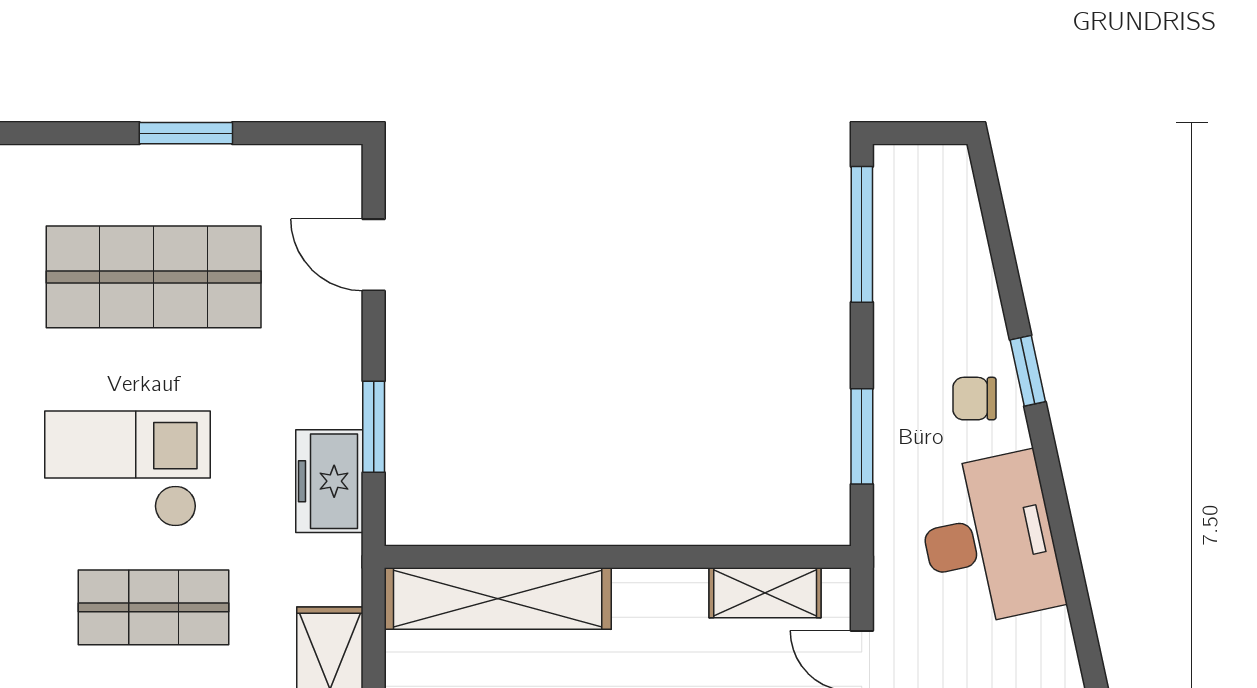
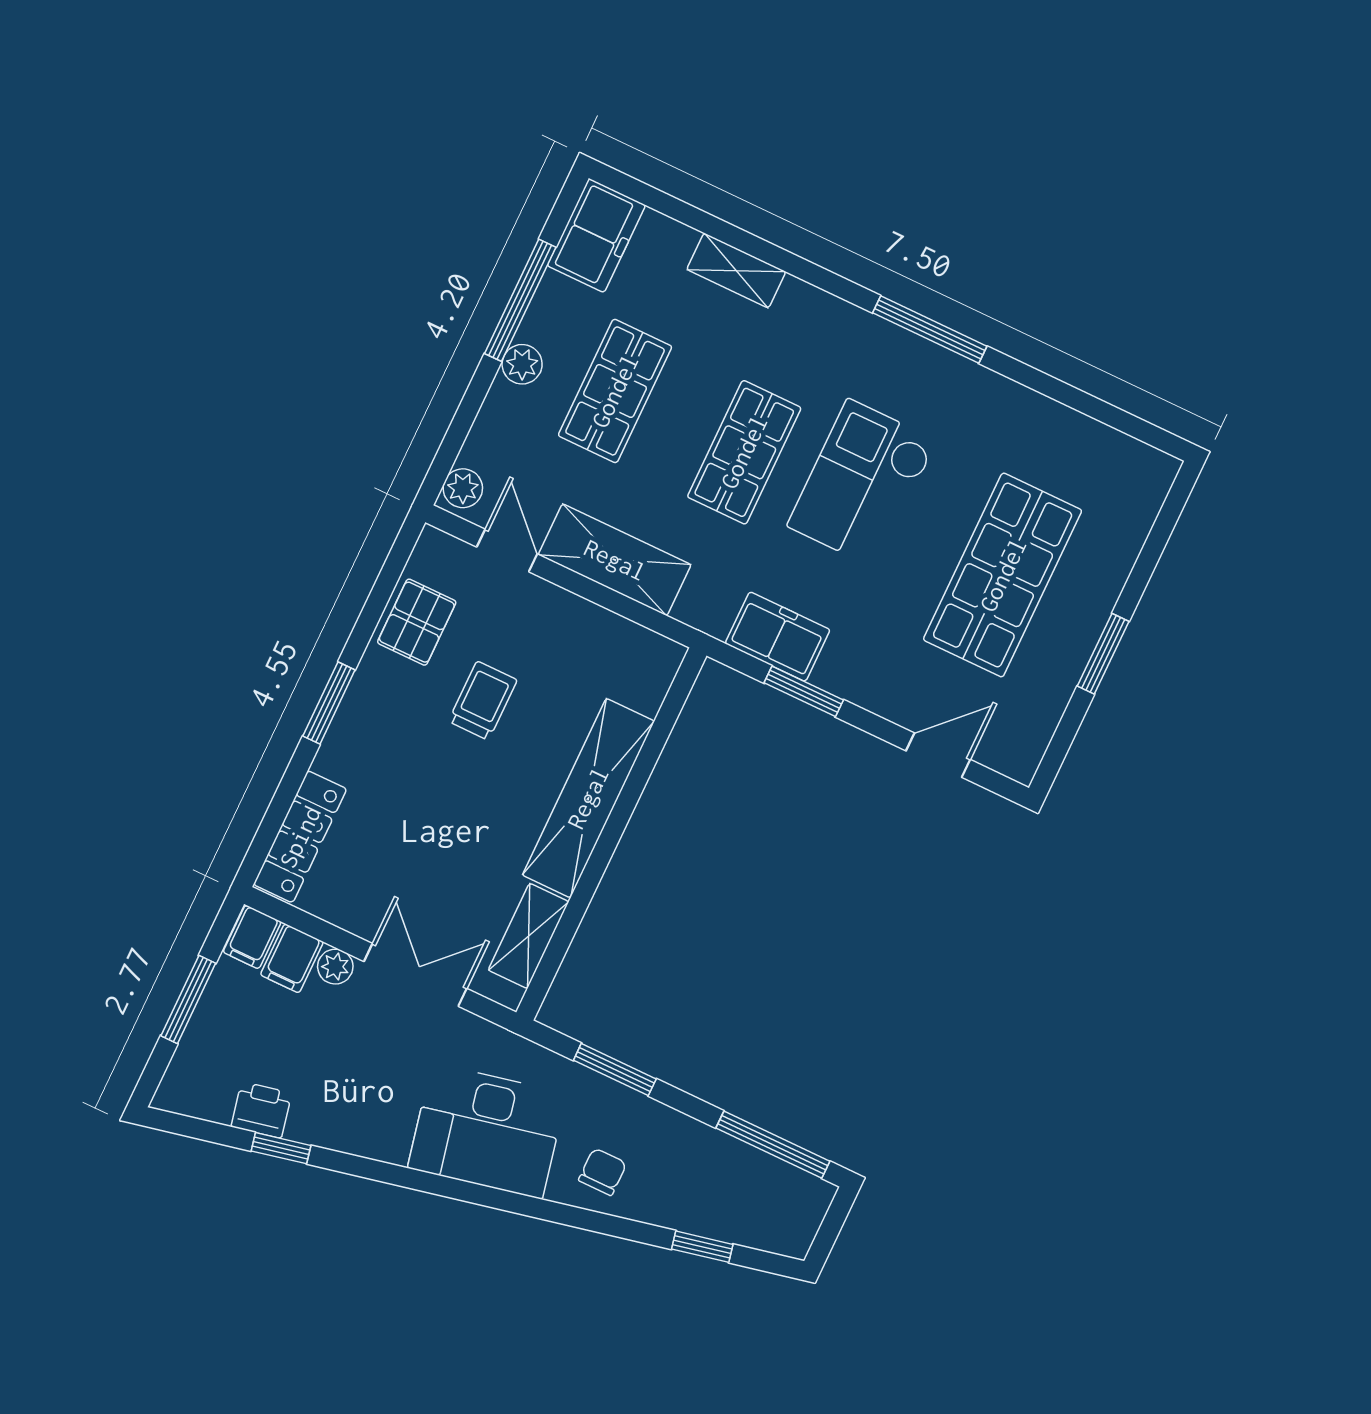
window: (1028, 371) -> (702, 1247), moved
checkout: (128, 469) -> (862, 483), turned 180
shelving: (498, 599) -> (588, 798), moved

